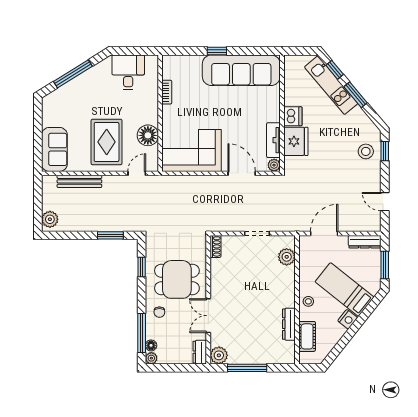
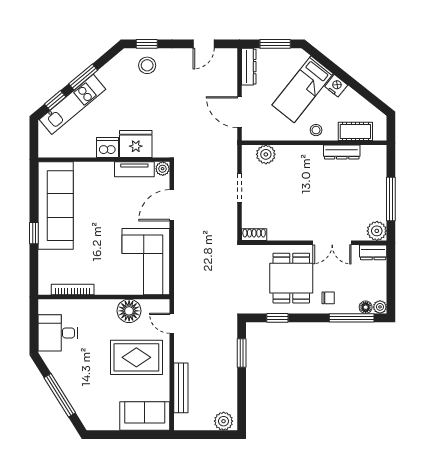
bookcase: (167, 92) -> (73, 289), width x1.56

